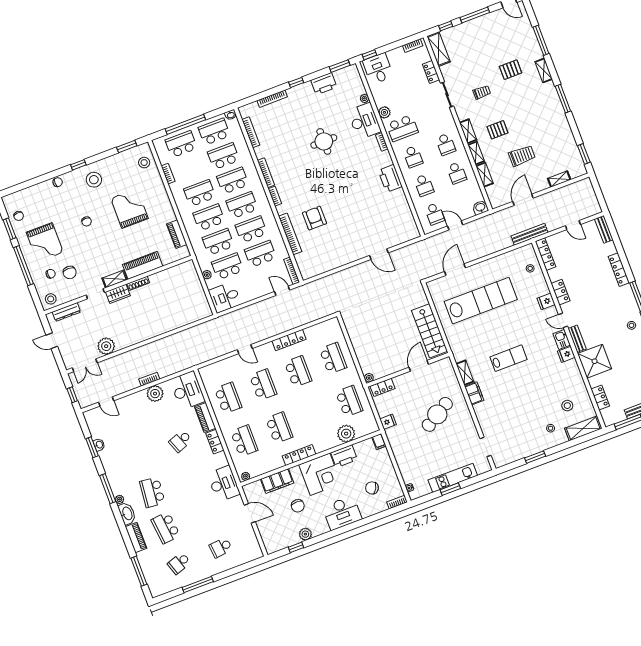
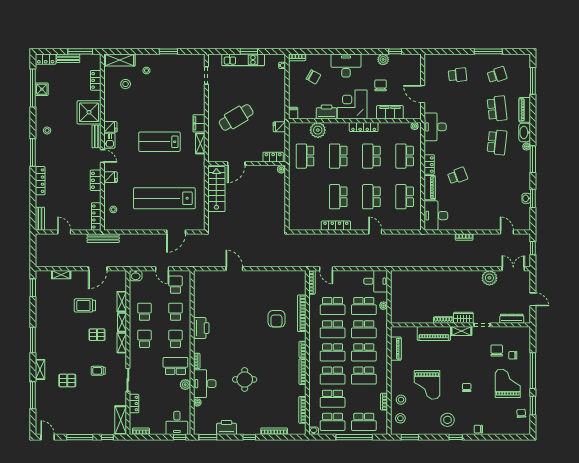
stool: (51, 299) -> (401, 400), moved
school desk: (333, 358) -> (338, 156), moved
lab bench: (508, 358) -> (159, 142), width x1.36, depth x1.39
plant: (155, 394) -> (464, 223), removed

